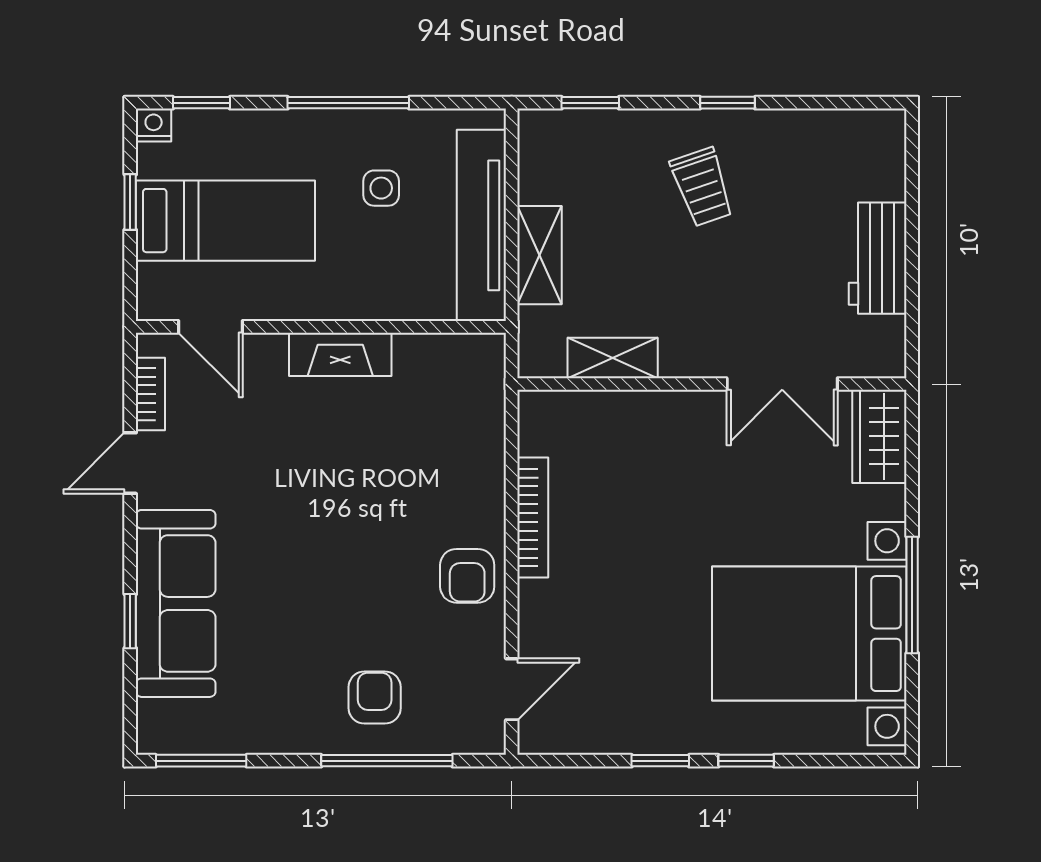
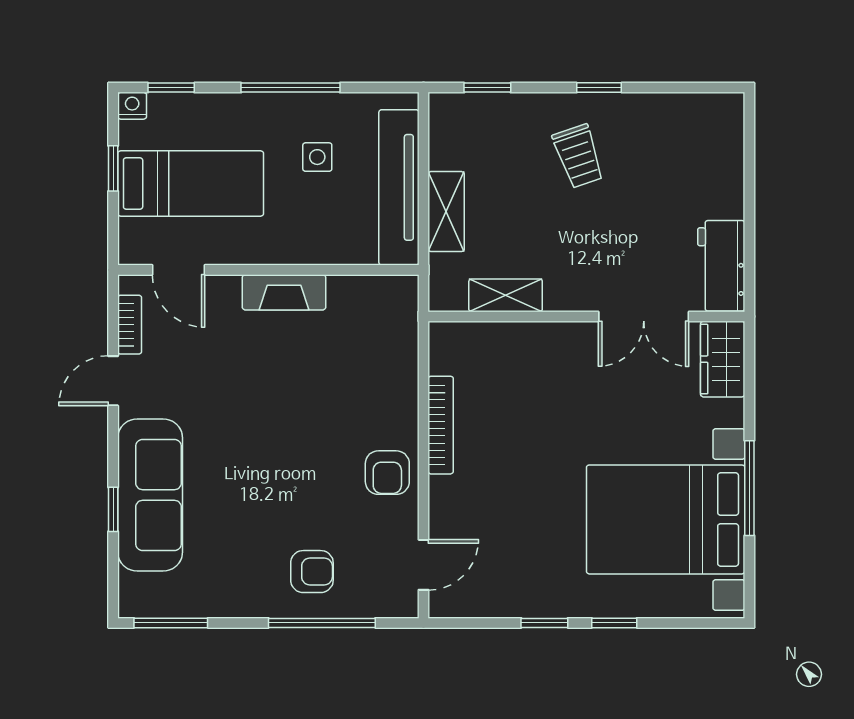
workbench: (878, 258) -> (721, 266), moved
armchair: (375, 698) -> (312, 572), turned 90

